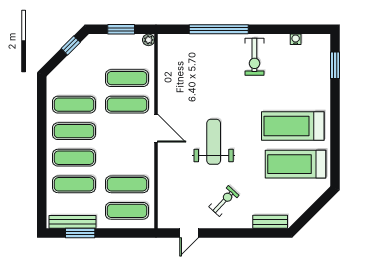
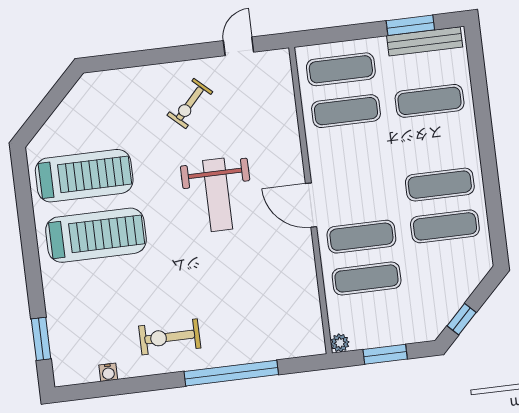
exercise bike: (254, 57) -> (170, 337), turned -90
exercise mat: (74, 158) -> (435, 143), removed
bench: (270, 222) -> (113, 80), removed

